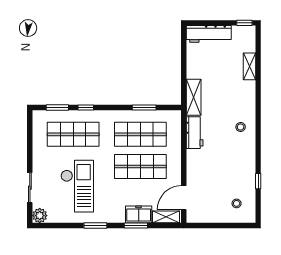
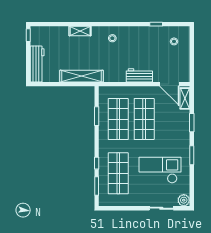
shelving: (249, 66) -> (80, 31), moved
shelving: (194, 97) -> (81, 76), width x1.47
workbench: (195, 133) -> (139, 75), moved
freezer: (139, 214) -> (183, 120), removed

